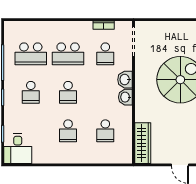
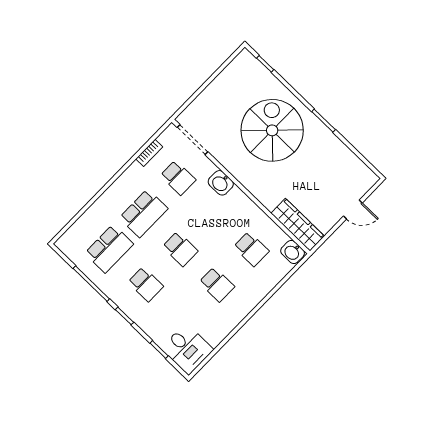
washbasin: (125, 97) -> (293, 252), moved

